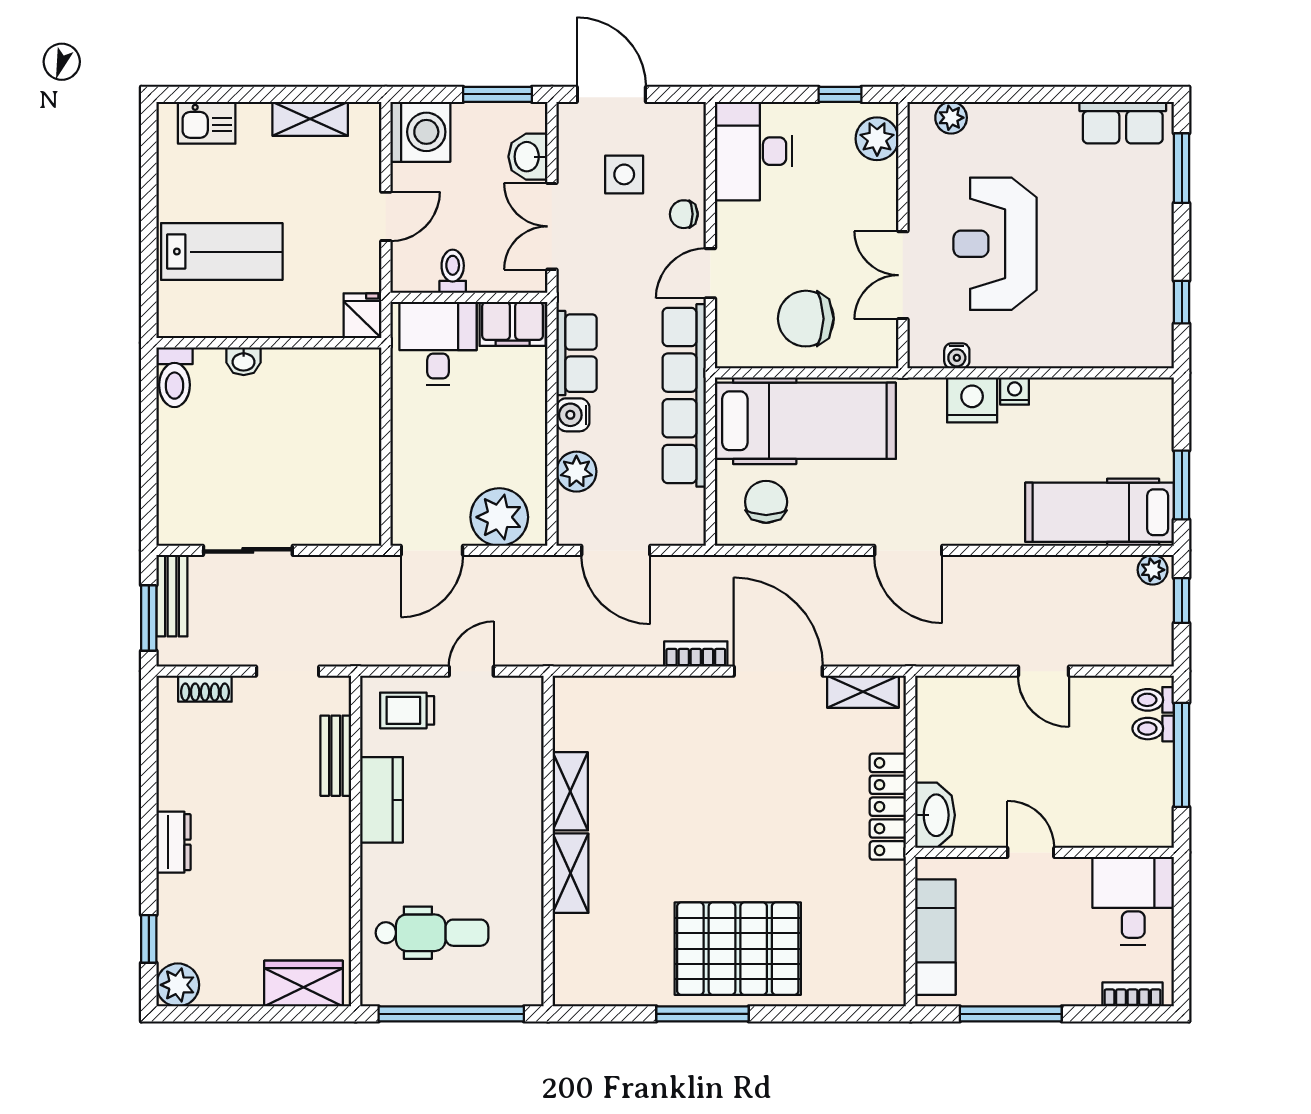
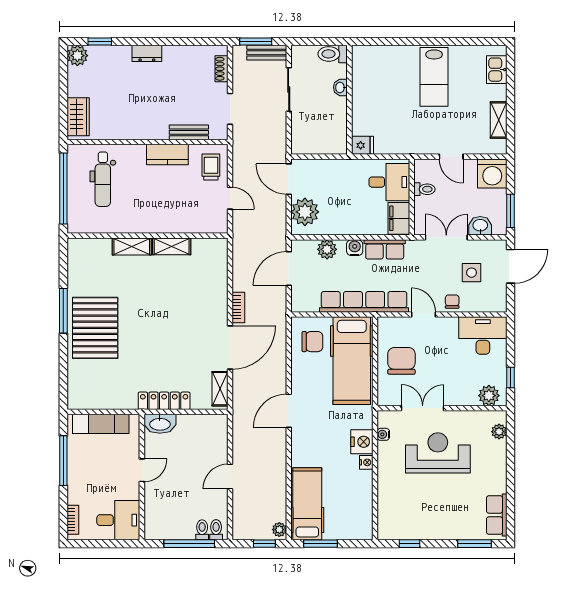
fridge: (362, 316) -> (362, 145), moved
wall: (269, 343) -> (349, 100), moved
washbasin: (244, 361) -> (340, 87), moved
toilet: (174, 377) -> (333, 54), moved

